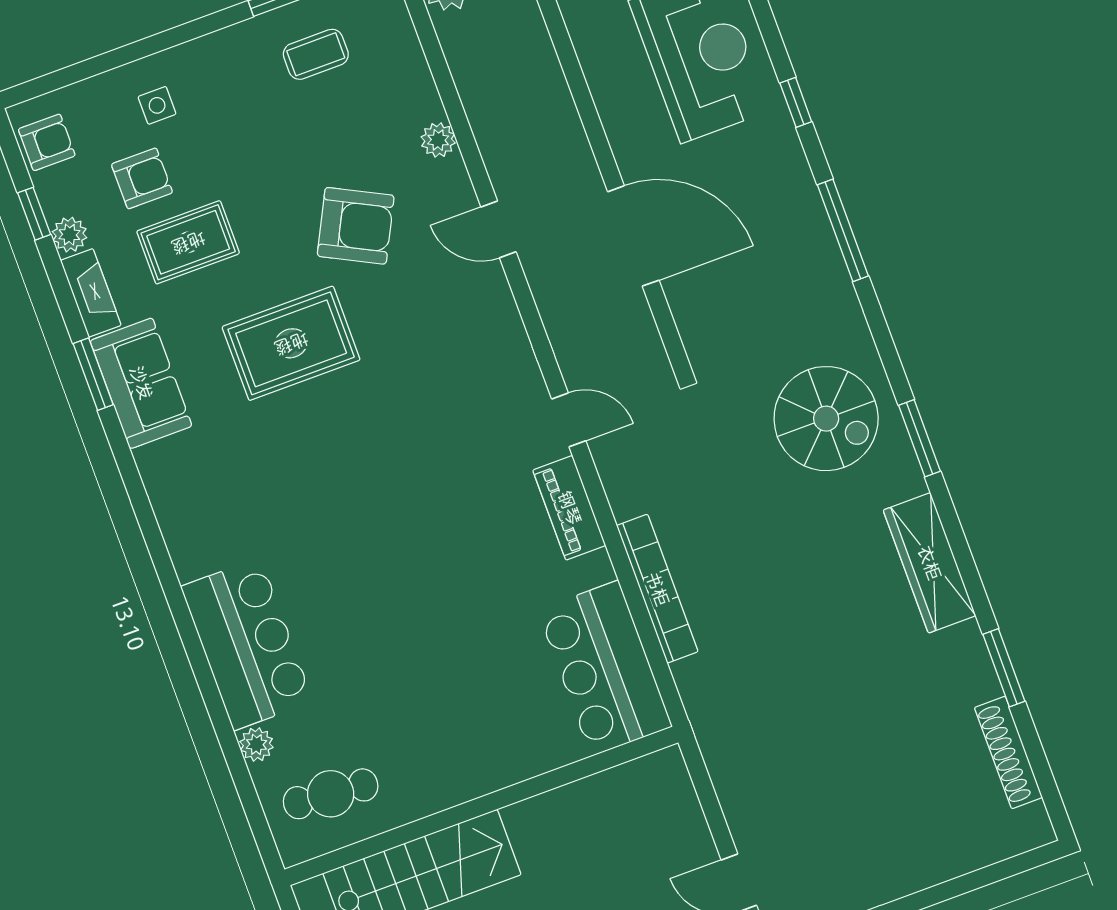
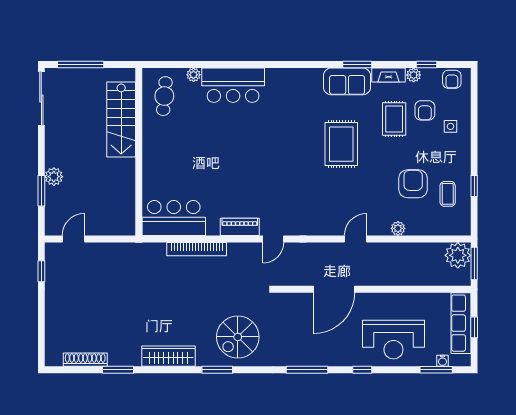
armchair: (356, 226) -> (413, 184), moved, turned 153

